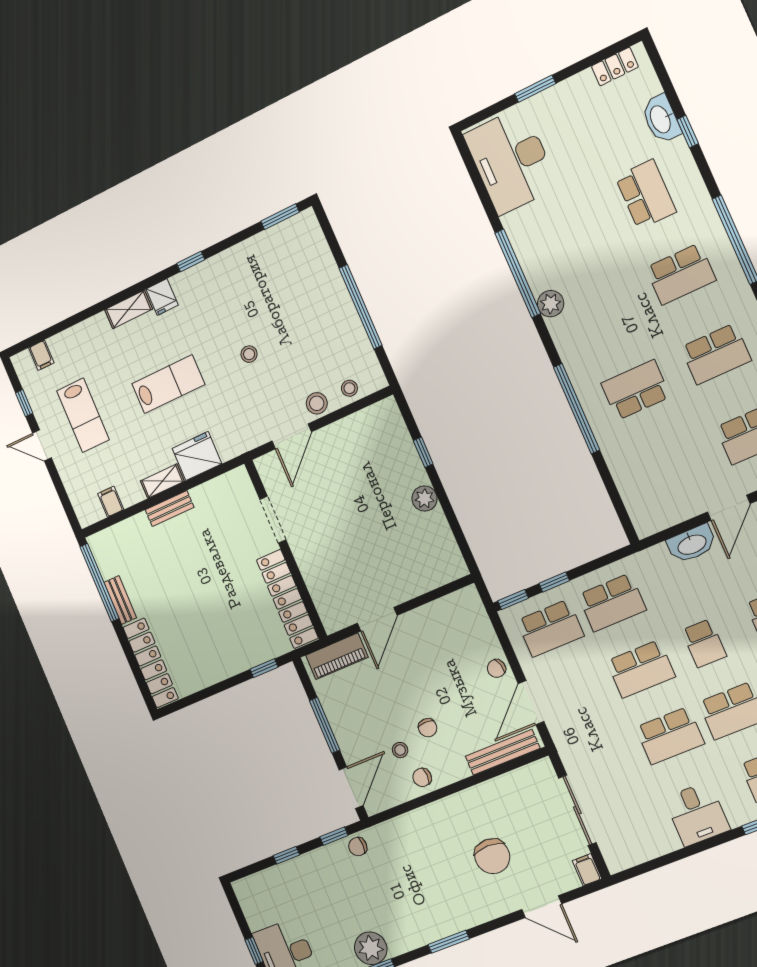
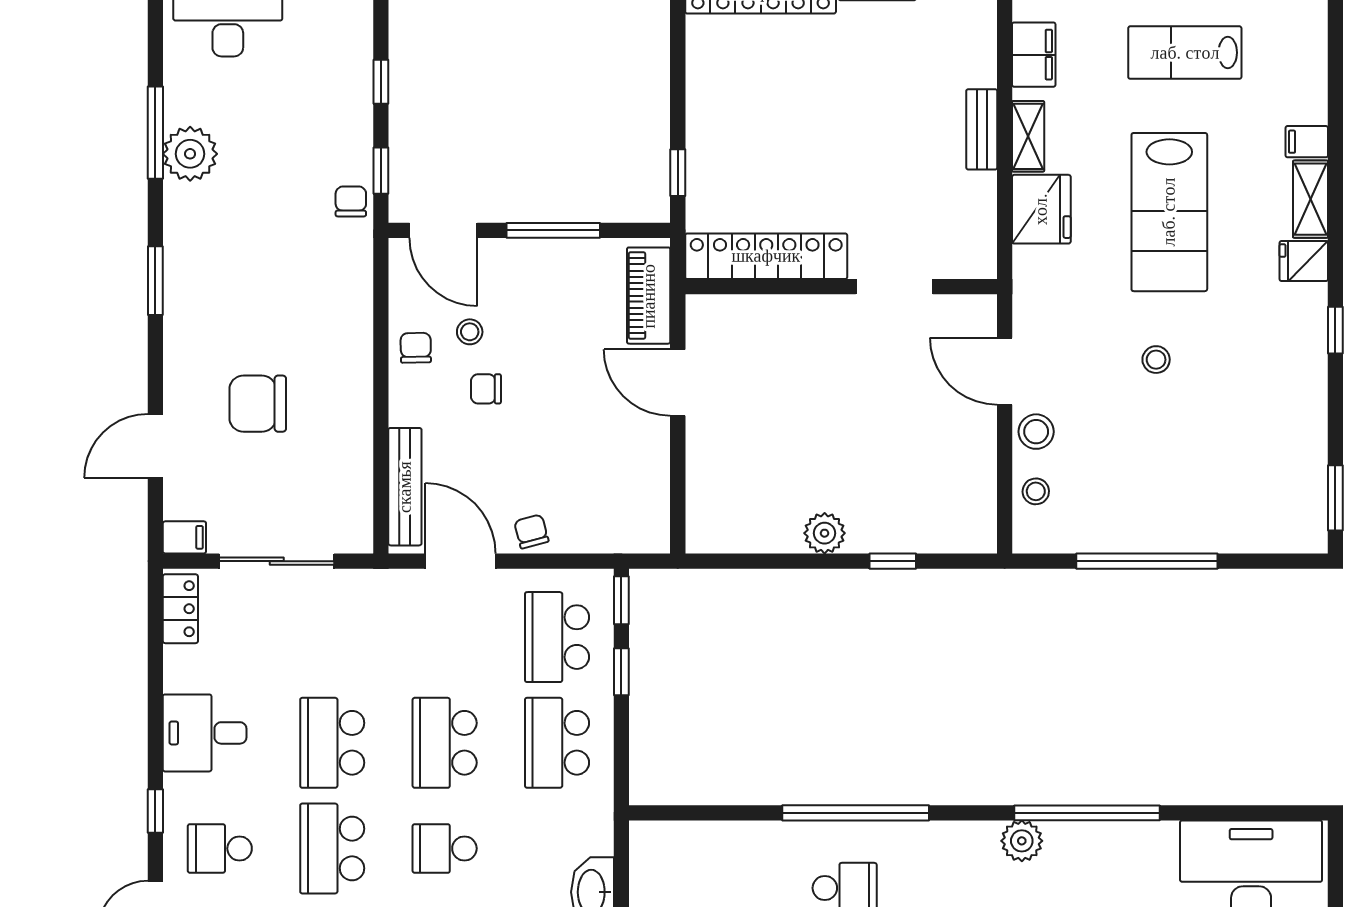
filing cabinet: (41, 355) -> (1307, 142), moved
lab bench: (168, 384) -> (1169, 212), width x1.36, depth x1.39
filing cabinet: (111, 502) -> (1034, 55), width x2.00
locker: (630, 856) -> (180, 609), added

